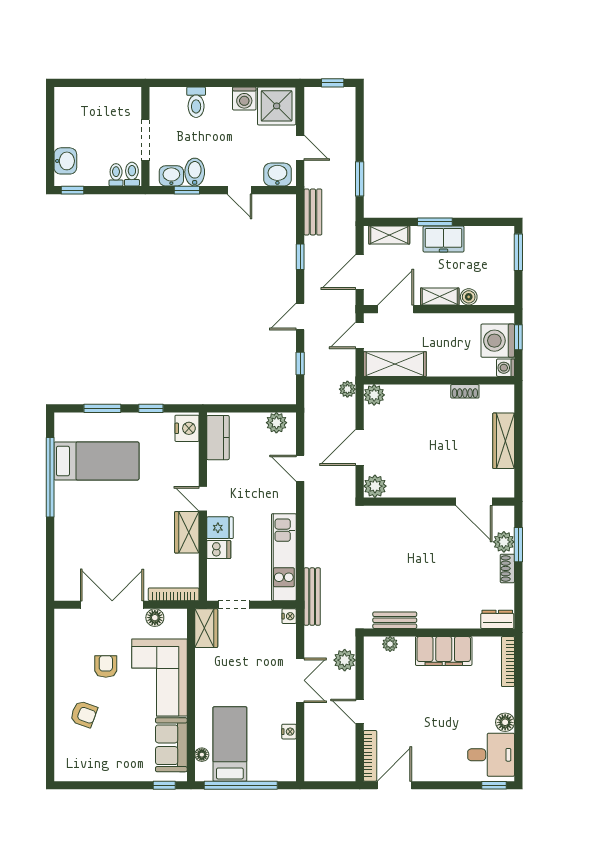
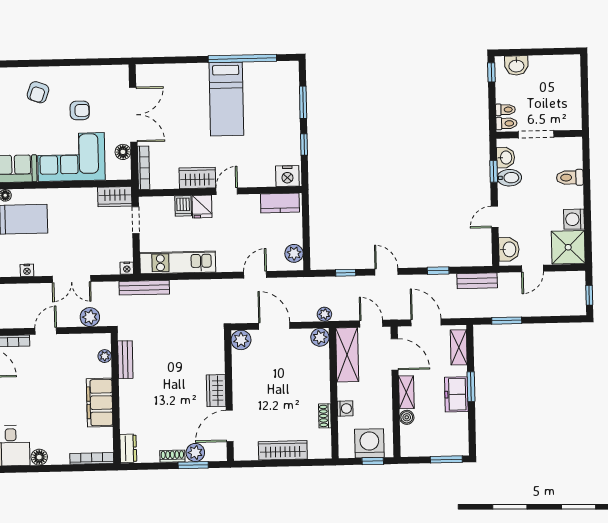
washing machine: (506, 368) -> (345, 409), moved, turned 90
bed: (96, 461) -> (226, 99), moved
wardrobe: (433, 516) -> (216, 391), added

